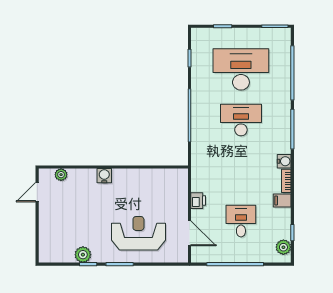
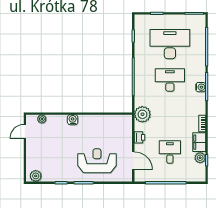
water cooler: (284, 161) -> (201, 87), moved
plant: (202, 168) -> (142, 114), added
filing cabinet: (282, 201) -> (199, 142), width x2.00
plant: (283, 247) -> (200, 158), moved
plant: (83, 255) -> (36, 176), moved

